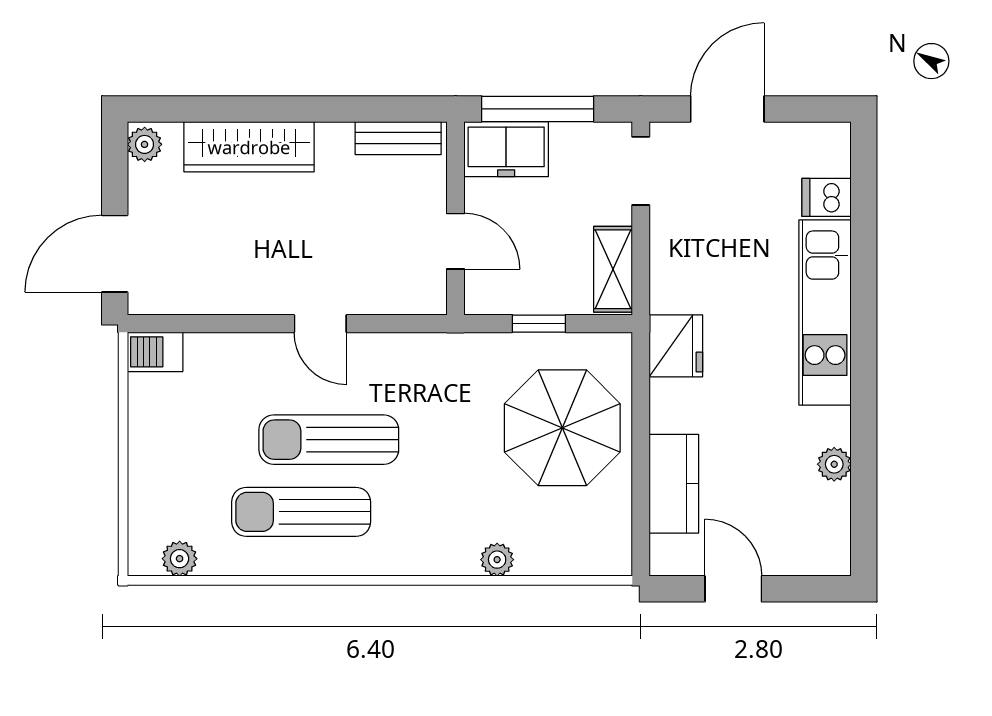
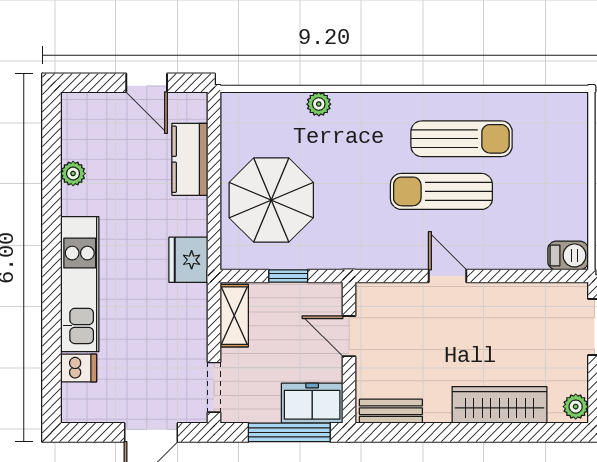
sun lounger: (329, 440) -> (441, 191), turned 180
plant: (180, 559) -> (550, 105), removed

